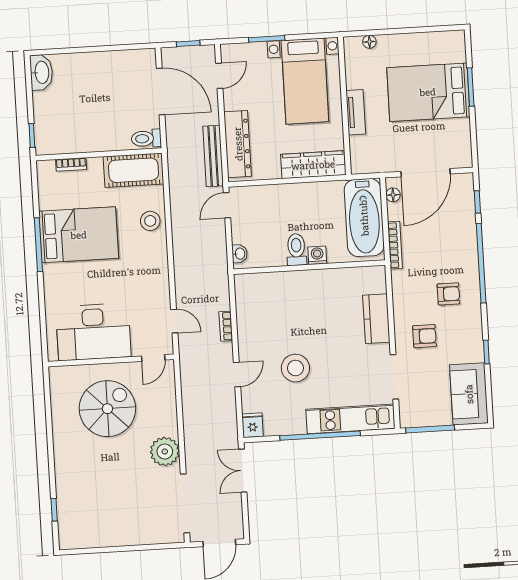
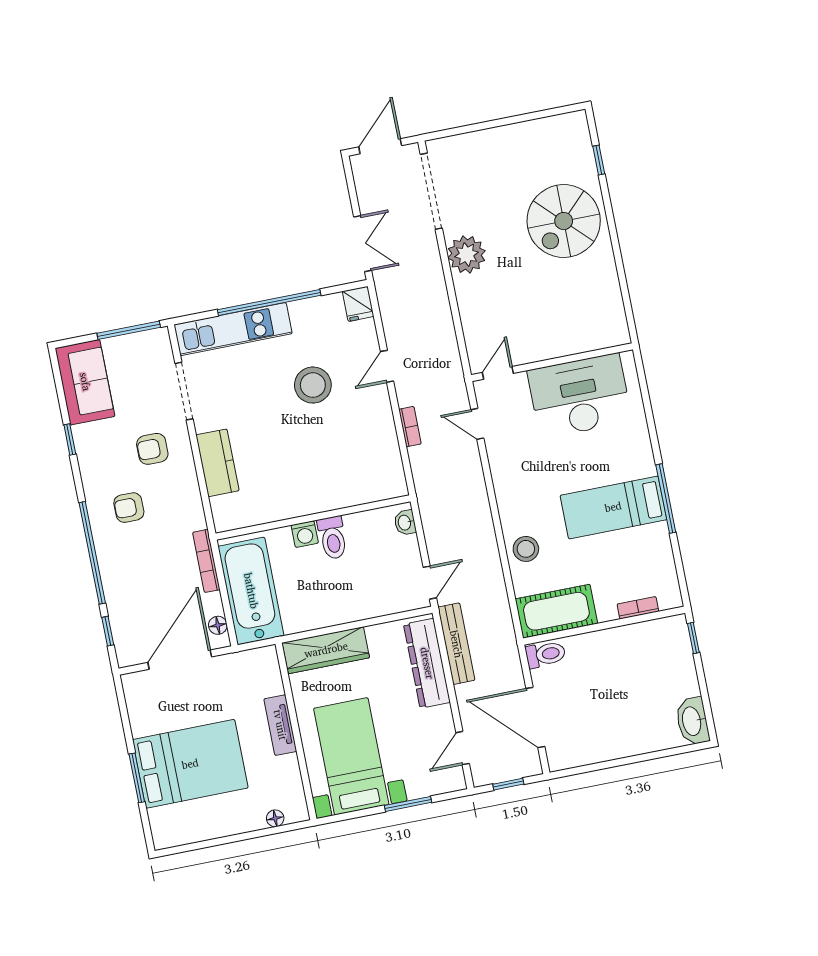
bed: (79, 235) -> (613, 507), width x0.67
spiral stairs: (107, 409) -> (564, 221), moved

